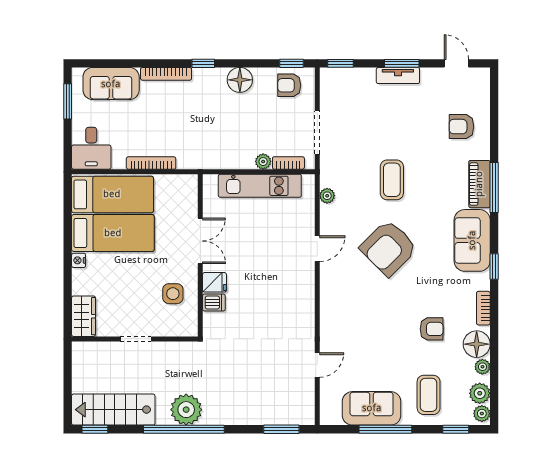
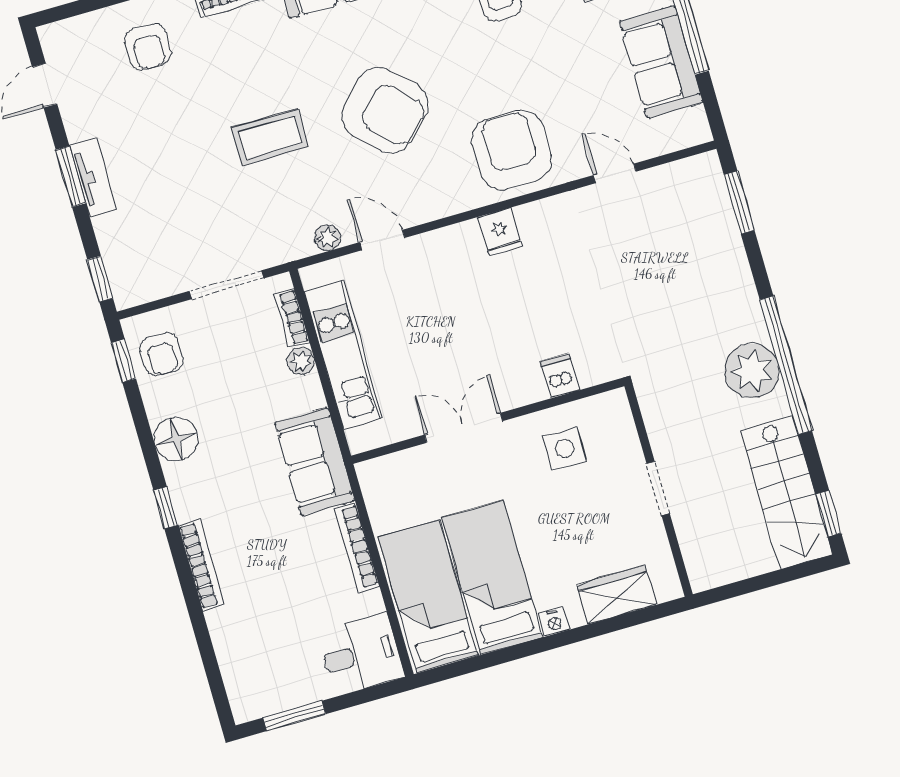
sofa: (111, 84) -> (315, 462), moved, turned 180
door: (317, 249) -> (382, 240), moved
fridge: (214, 282) -> (500, 232), moved, turned 180
armchair: (347, 312) -> (512, 150), added
wardrobe: (84, 316) -> (617, 595), moved

